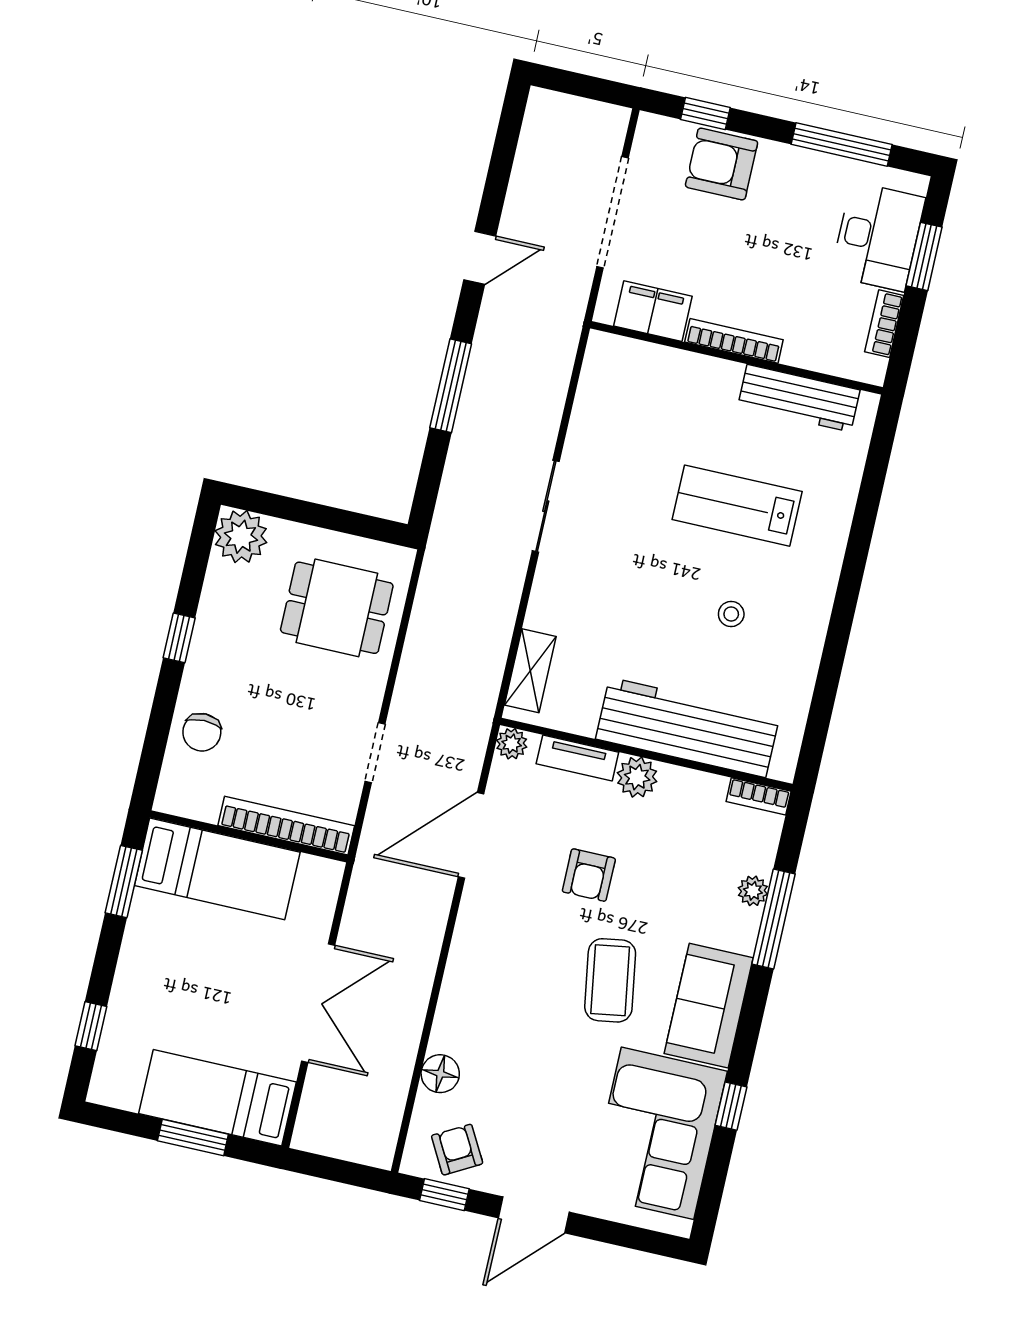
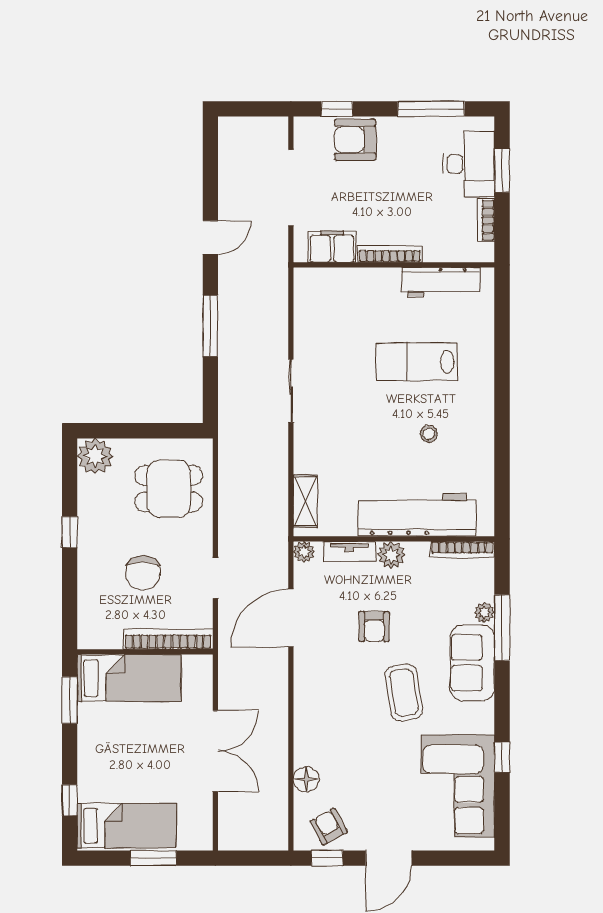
chair: (202, 732) -> (143, 573), moved, width x1.37, depth x1.37
bookcase: (759, 796) -> (462, 550), width x1.56
sofa: (709, 1006) -> (472, 663), moved
bed: (218, 1098) -> (127, 826), moved, turned 180

